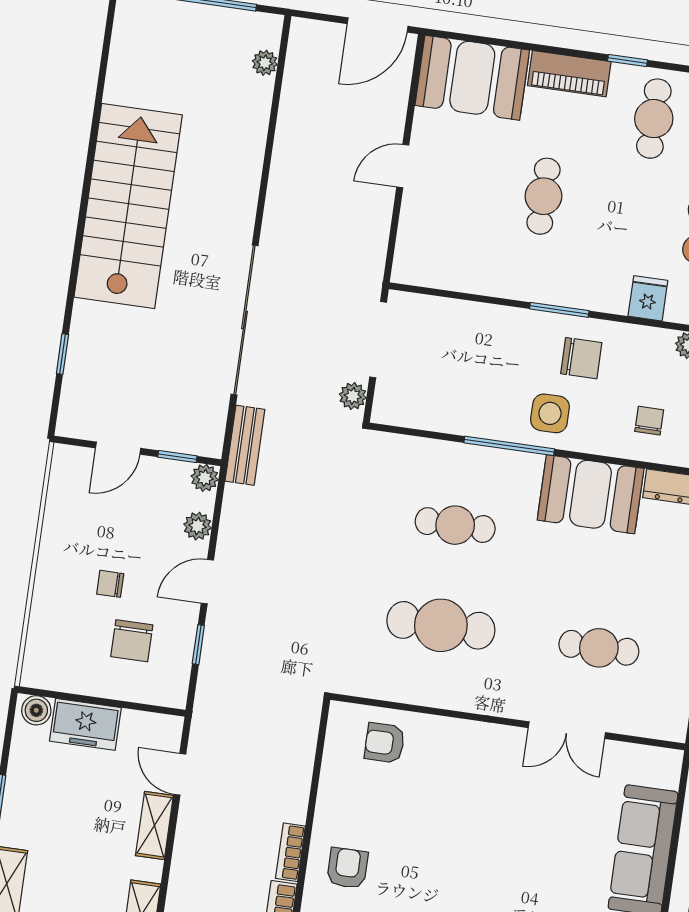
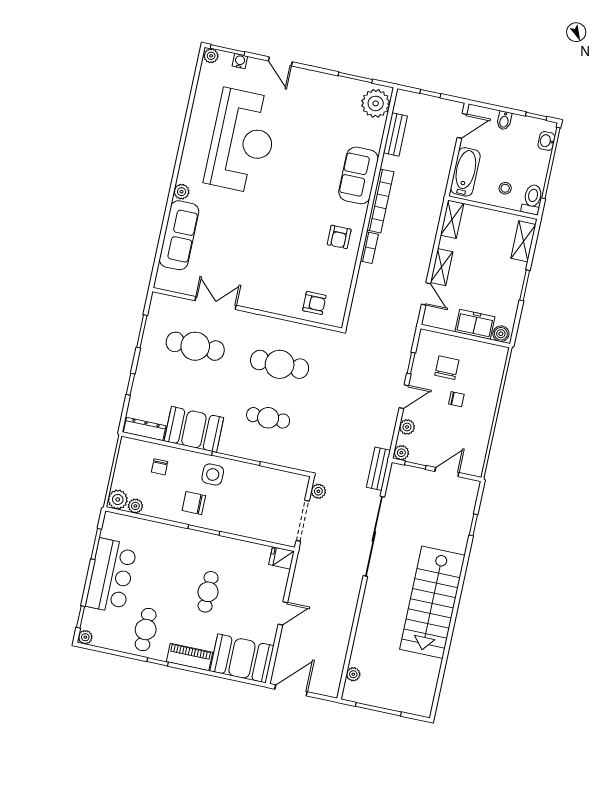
fridge: (648, 298) -> (281, 558), moved, turned 90
cafe table: (599, 648) -> (195, 346), width x1.37, depth x1.35

